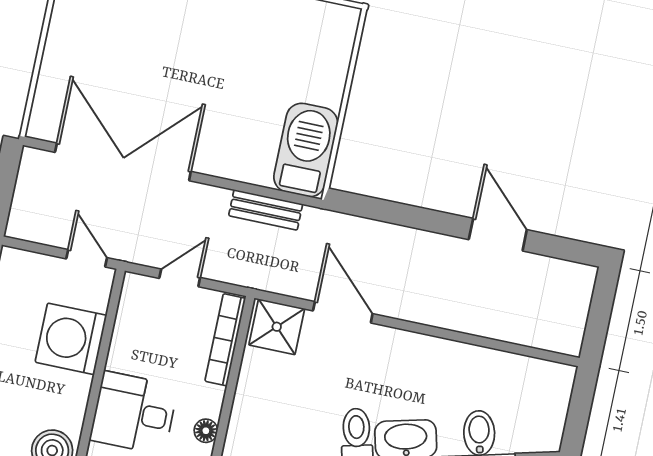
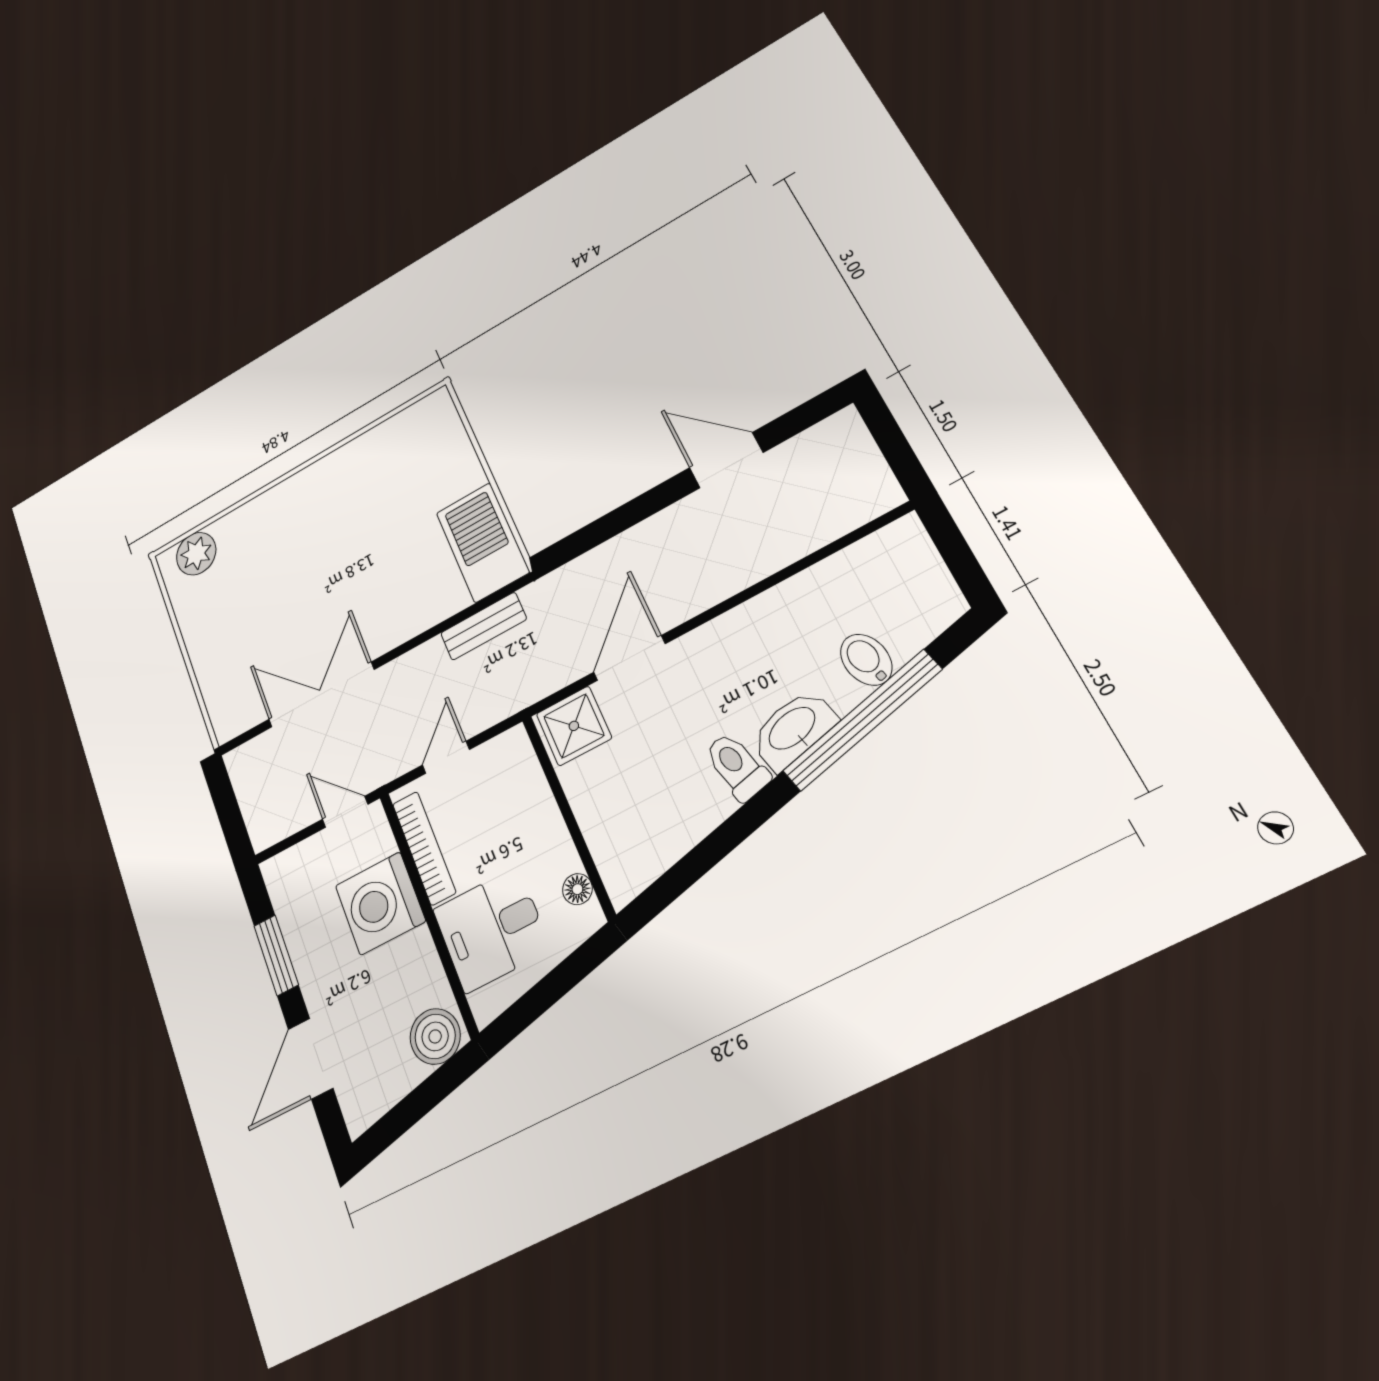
double door: (123, 162) -> (321, 695), width x0.73
door: (343, 312) -> (629, 658), hinge flipped
bookcase: (225, 340) -> (424, 848), moved, turned 180

